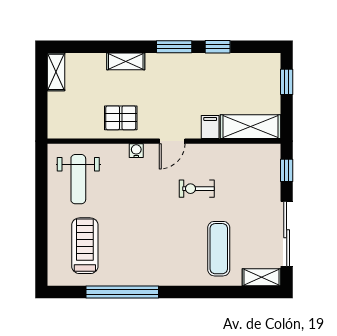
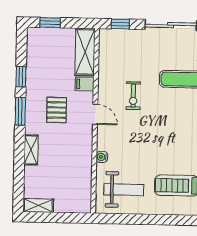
pallet: (121, 118) -> (57, 110), moved
water cooler: (136, 151) -> (102, 157), moved

